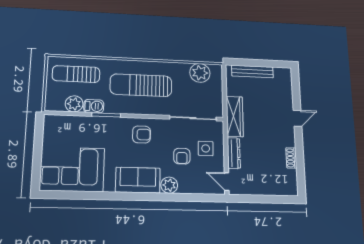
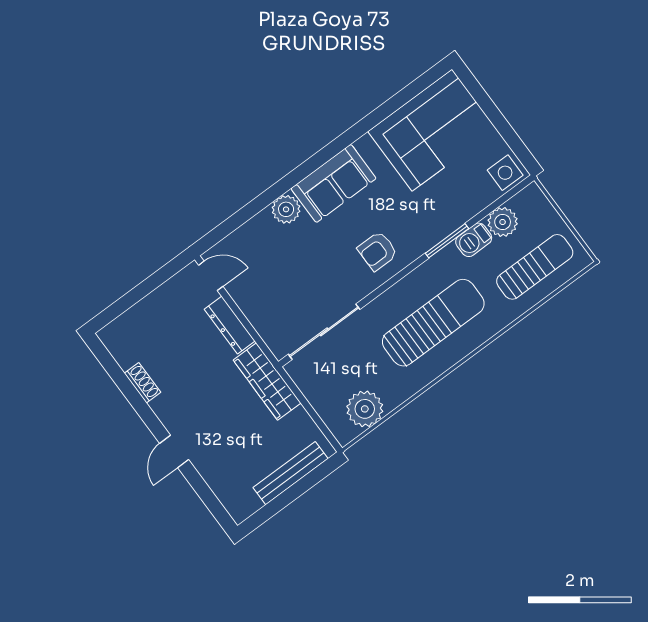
side table: (206, 148) -> (505, 173), moved
armchair: (182, 156) -> (299, 264), removed

